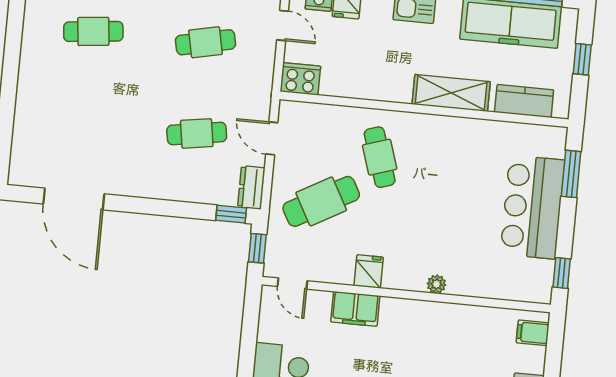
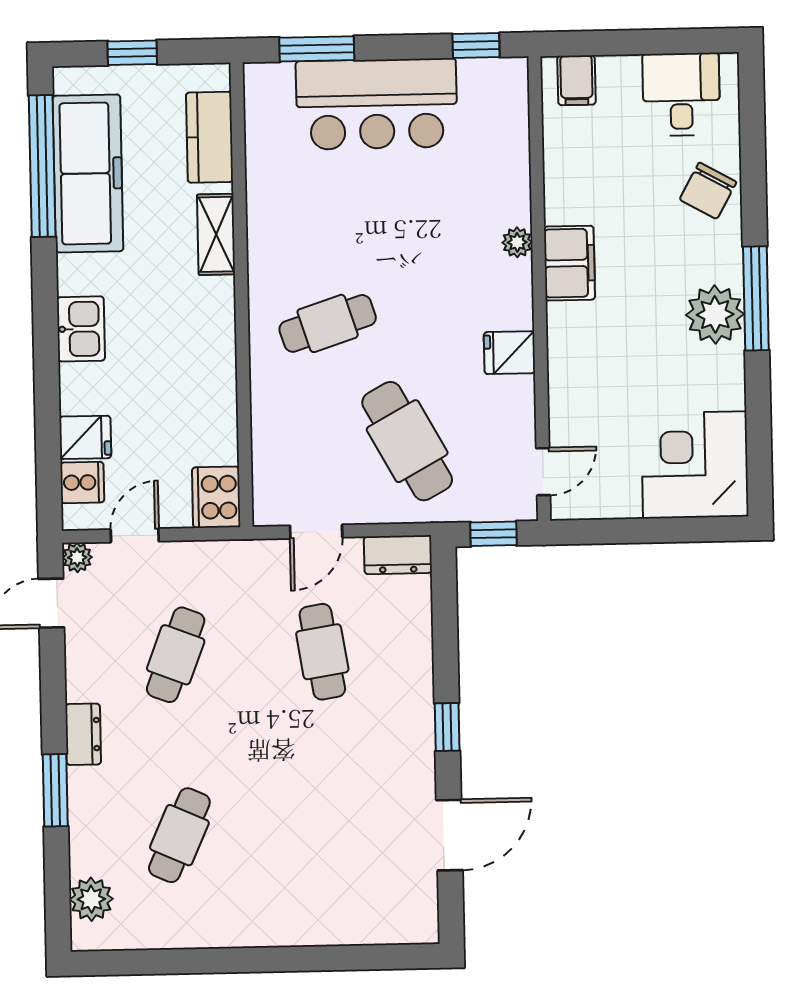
cafe table: (93, 31) -> (179, 835), turned 30
cafe table: (206, 42) -> (176, 655), turned 33
shelving: (451, 93) -> (216, 234), width x0.67, depth x0.75
cafe table: (380, 157) -> (328, 323), moved
door: (74, 199) -> (449, 835), width x0.73
window: (231, 214) -> (447, 727), moved
filing cabinet: (355, 309) -> (569, 263), moved

